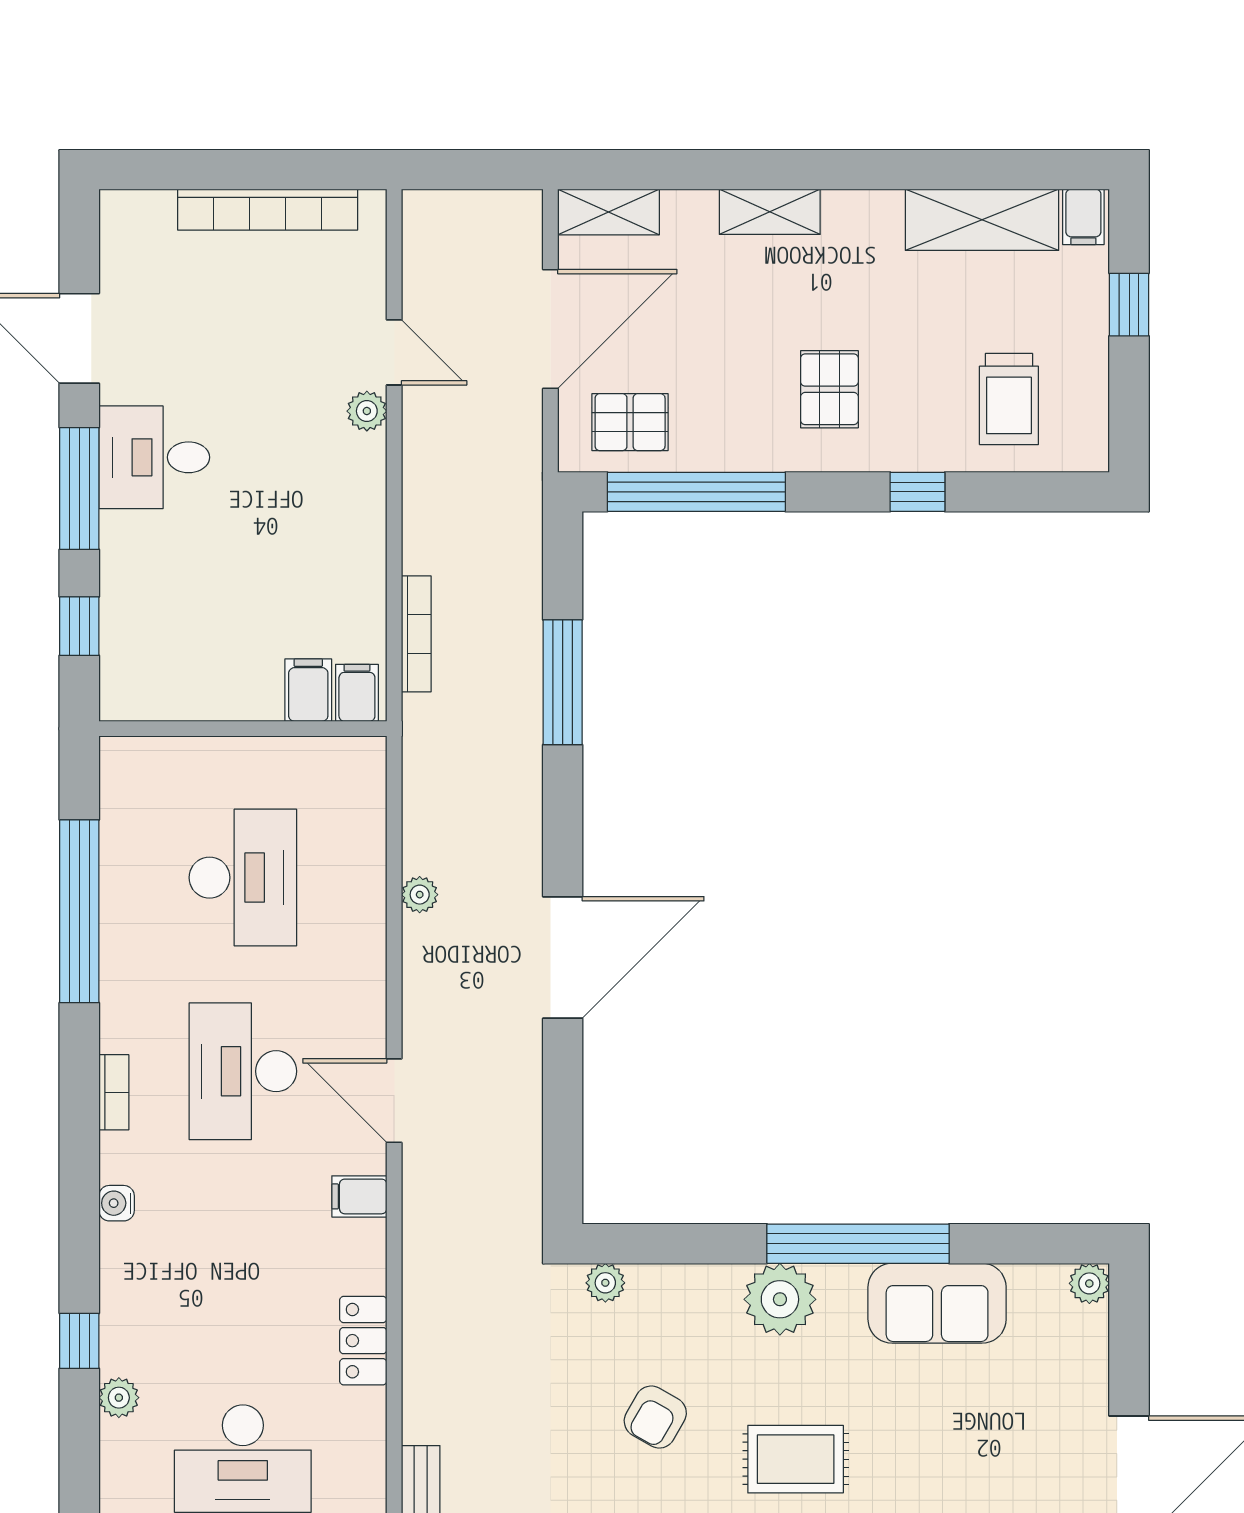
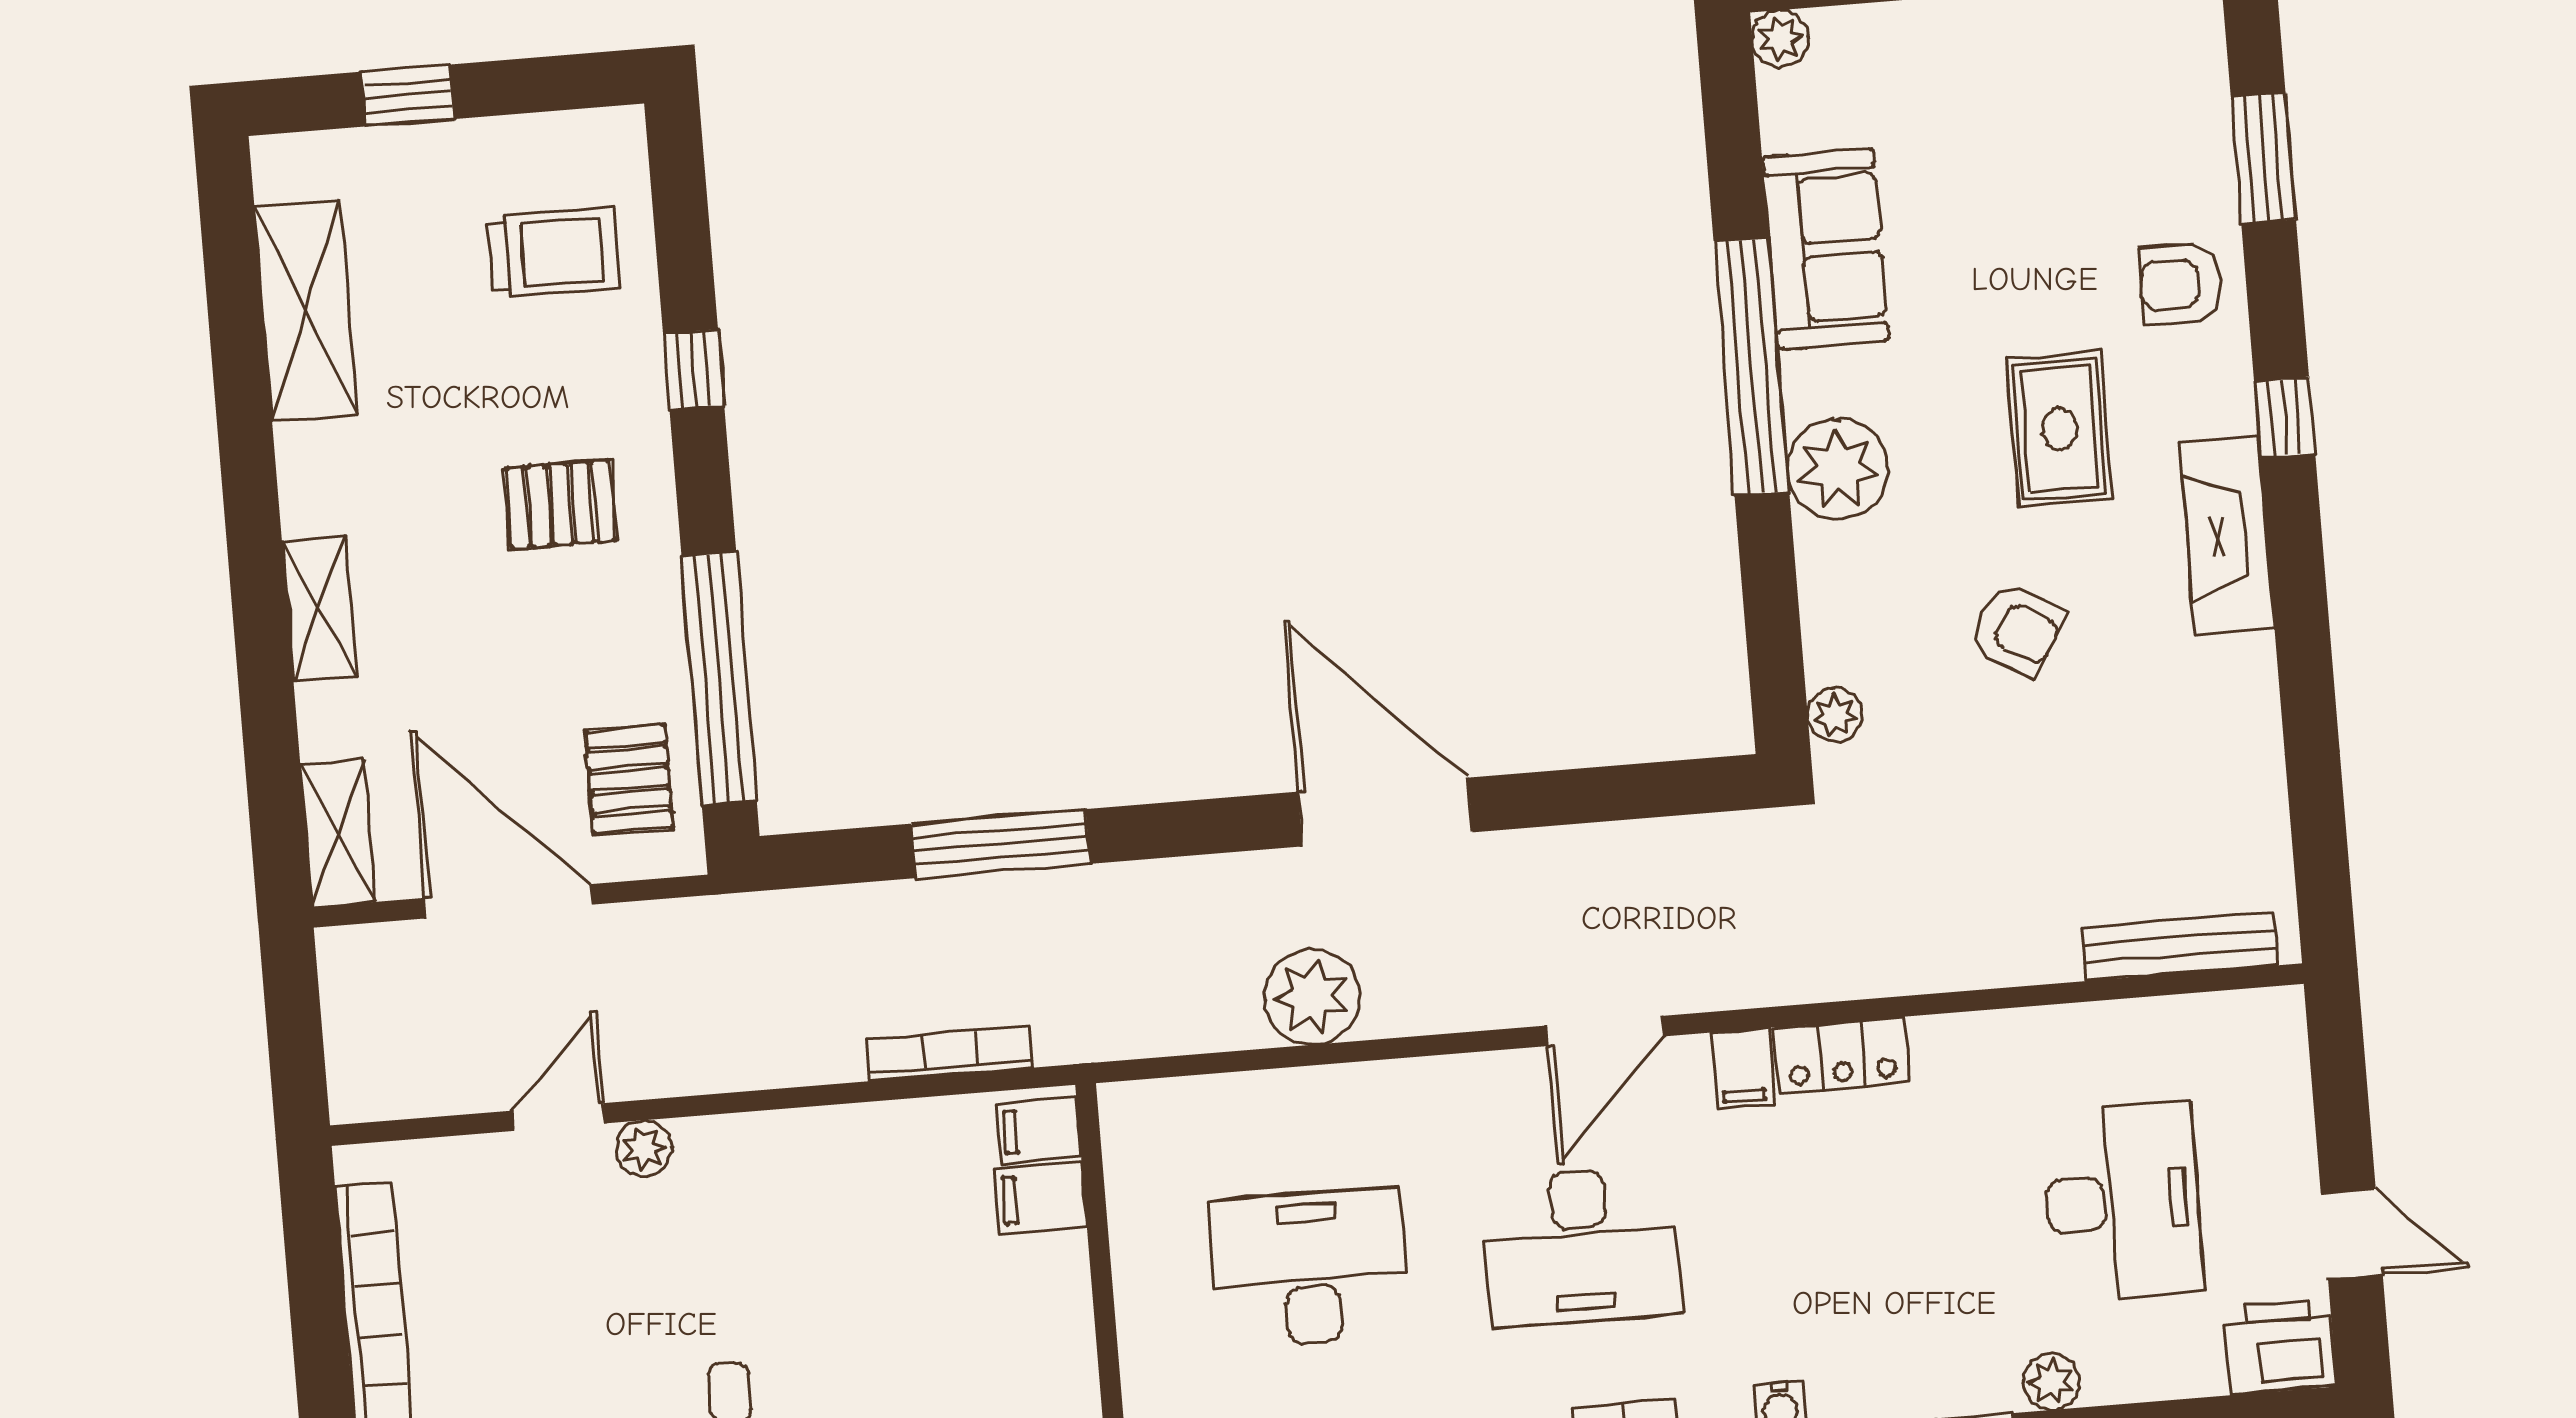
filing cabinet: (1083, 217) -> (290, 169), removed
plant: (420, 895) -> (1312, 997), width x1.87, depth x1.87
locker: (363, 1341) -> (1842, 1055), moved

